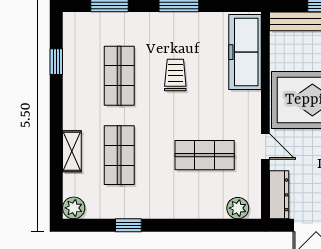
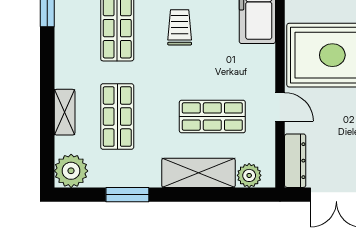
shelving: (192, 206) -> (198, 173), added
plant: (74, 208) -> (71, 171), width x1.36, depth x1.36
window: (128, 225) -> (127, 195), width x1.50

